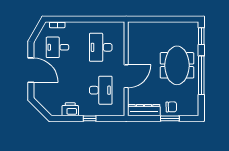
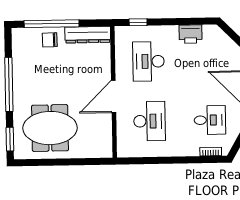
meeting table: (177, 65) -> (50, 128), moved, turned 90
door: (126, 76) -> (114, 96), moved
window: (90, 118) -> (138, 22), moved
window: (170, 118) -> (52, 24), width x2.11

